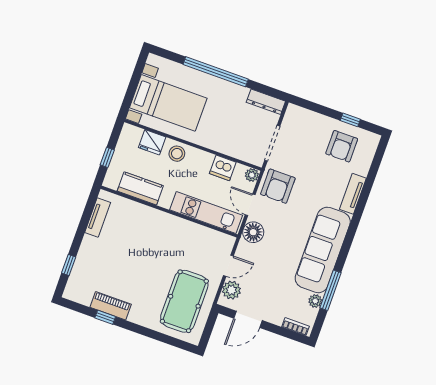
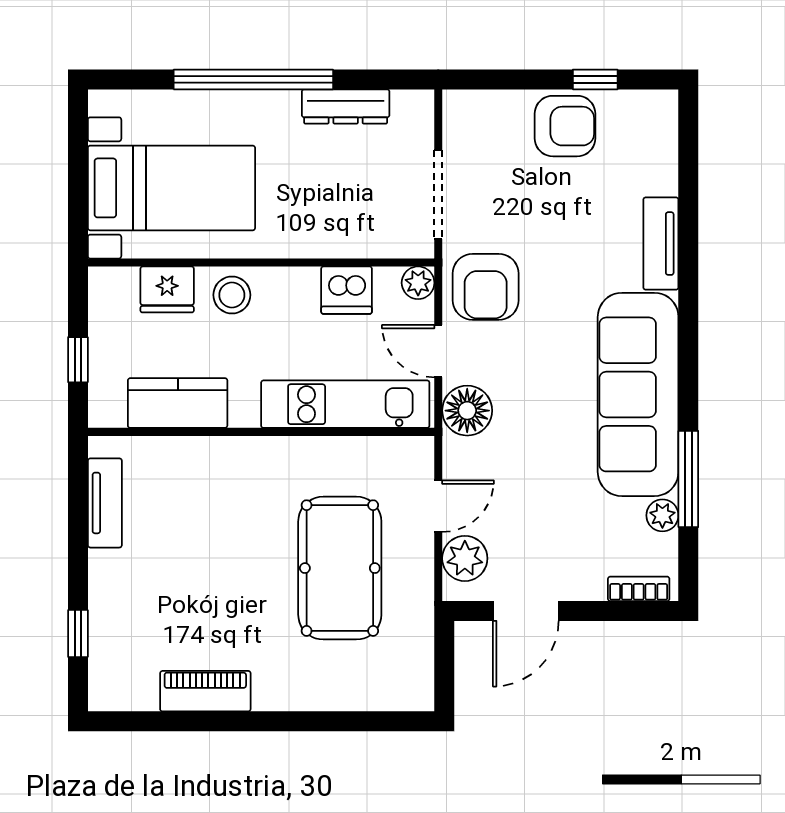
dresser: (266, 102) -> (346, 106), moved
armchair: (342, 146) -> (565, 126), moved, turned -90
pool table: (184, 301) -> (340, 568), moved
window: (105, 317) -> (202, 721), removed

